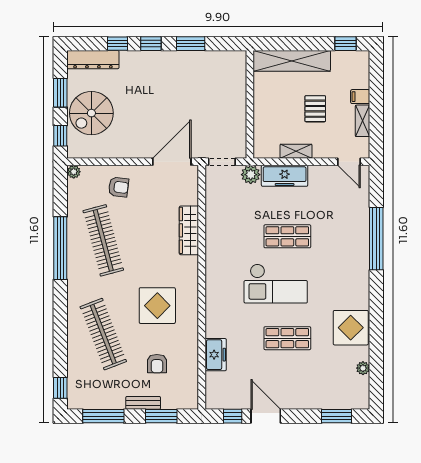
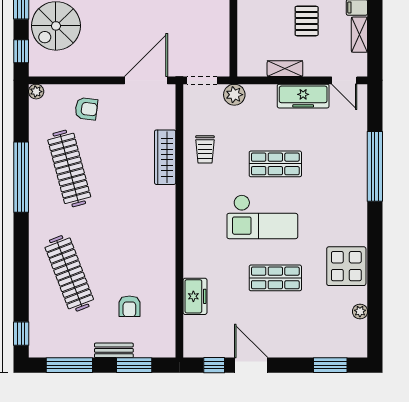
freezer: (285, 176) -> (303, 96), moved
trolley: (224, 223) -> (205, 149), added
display table: (157, 306) -> (130, 241), removed

